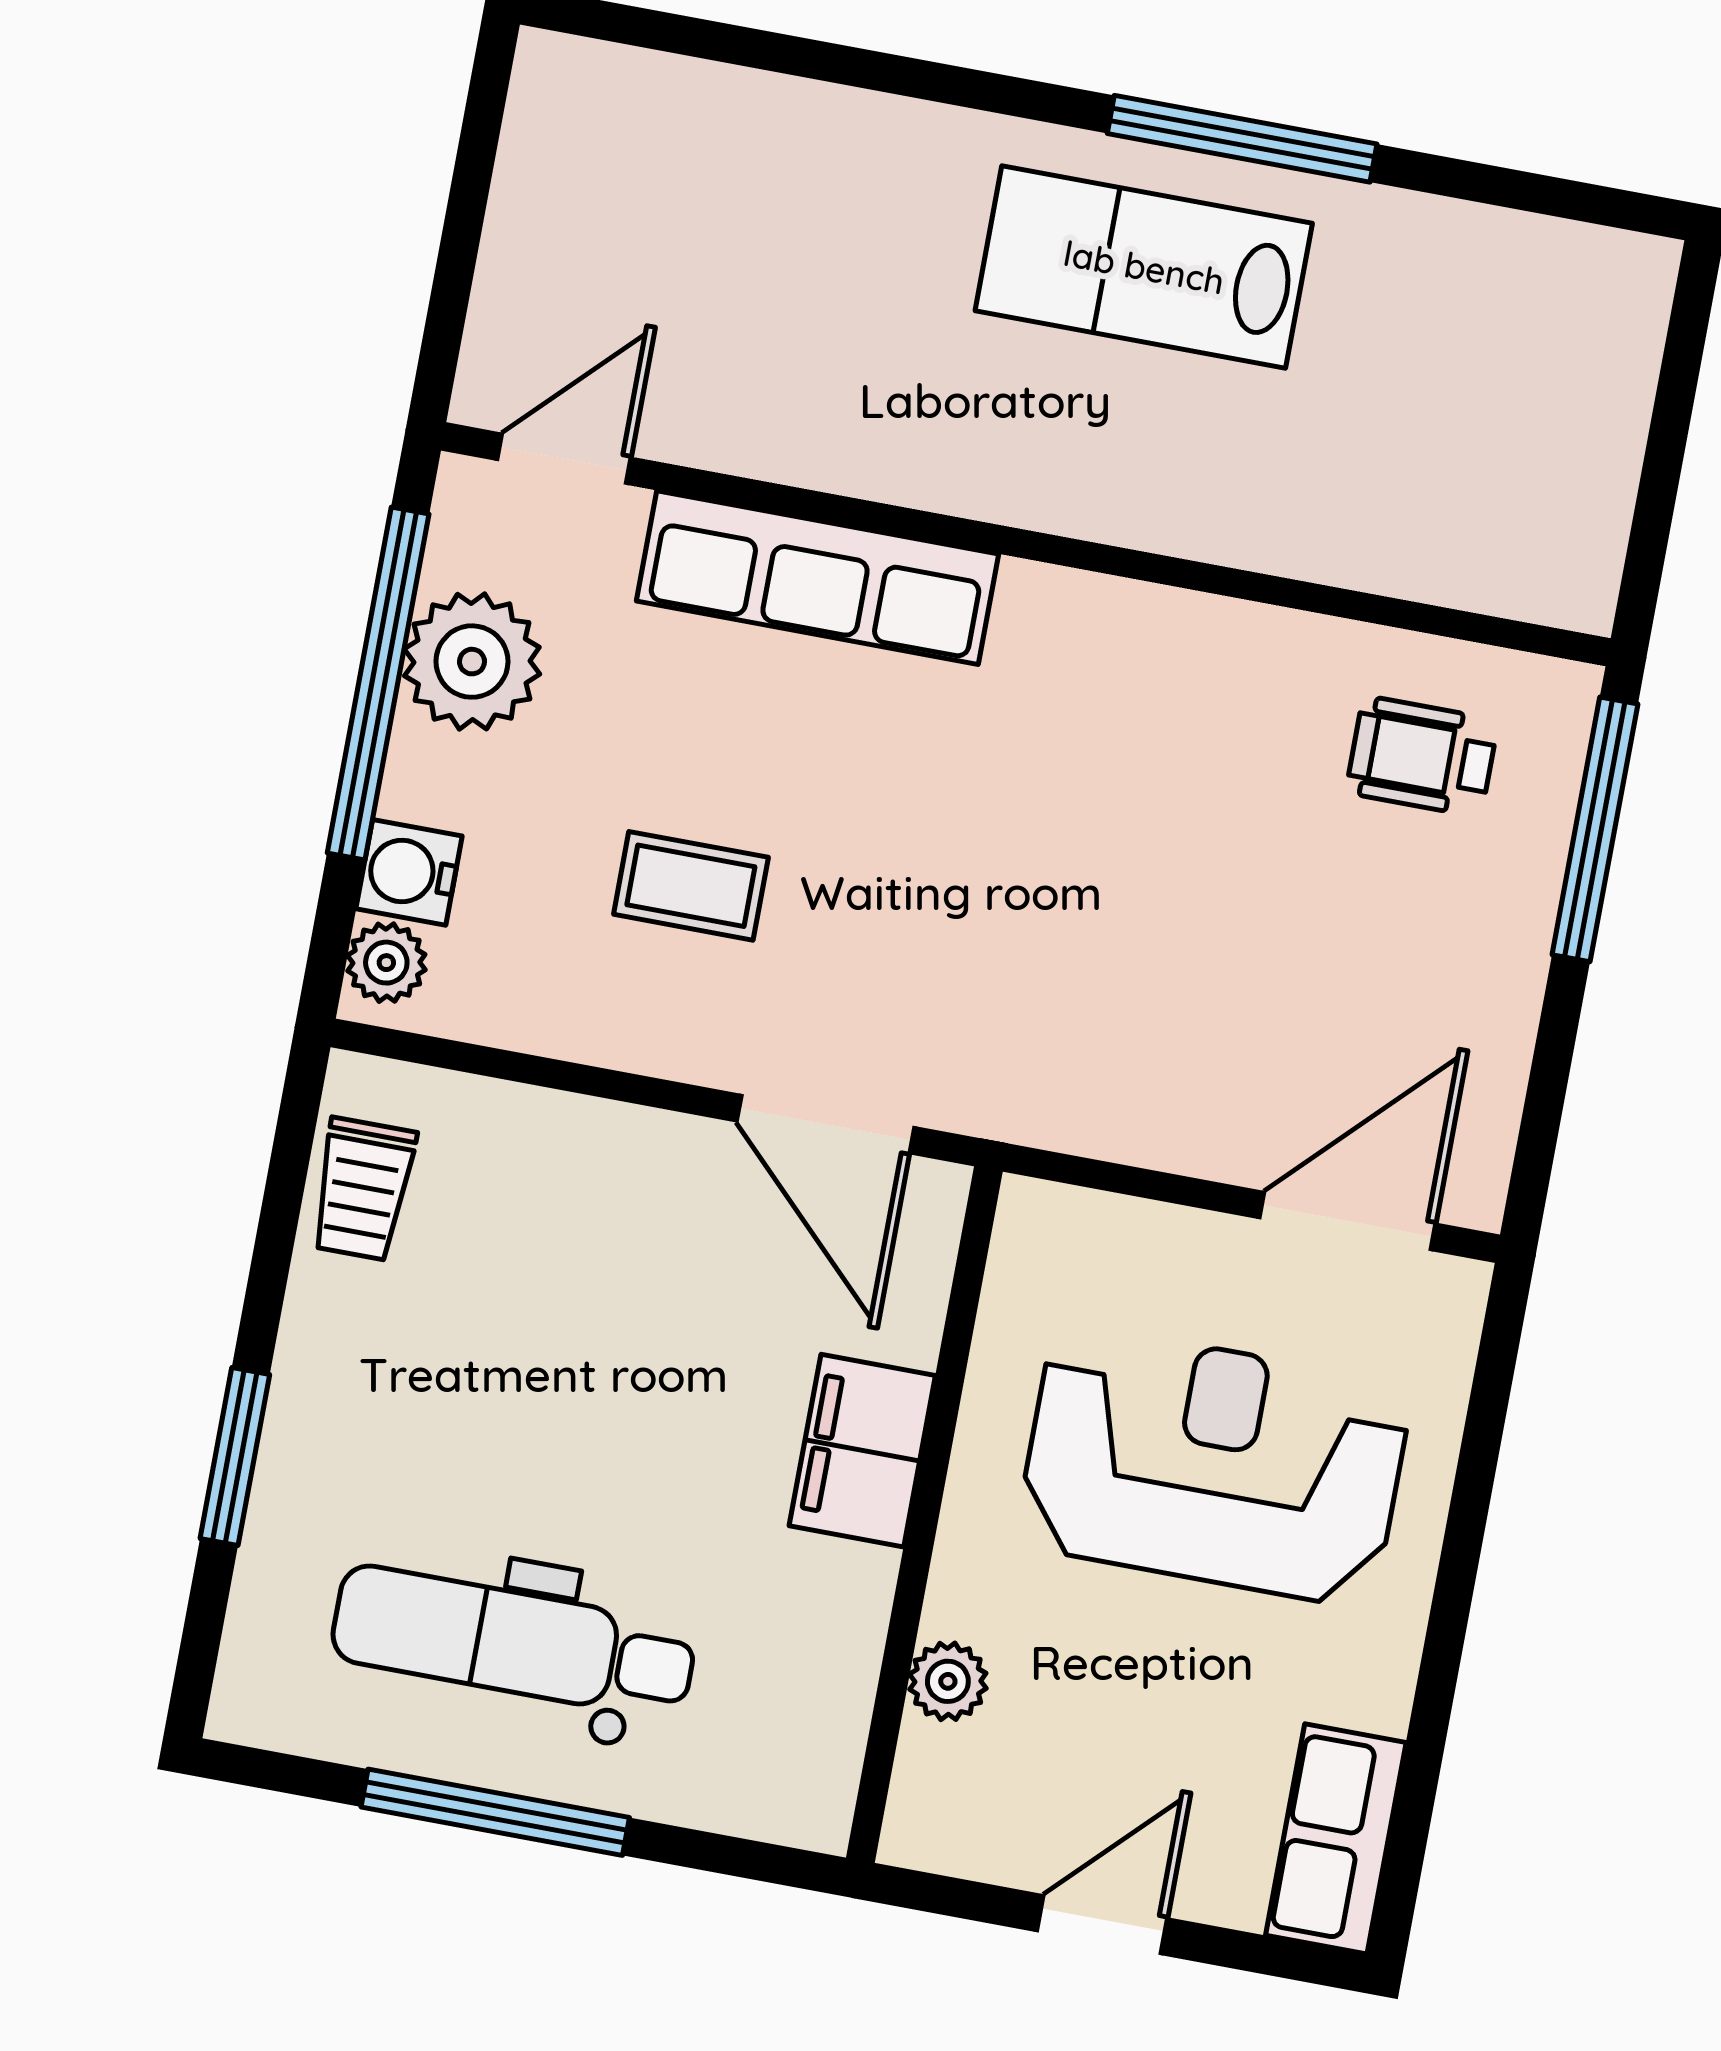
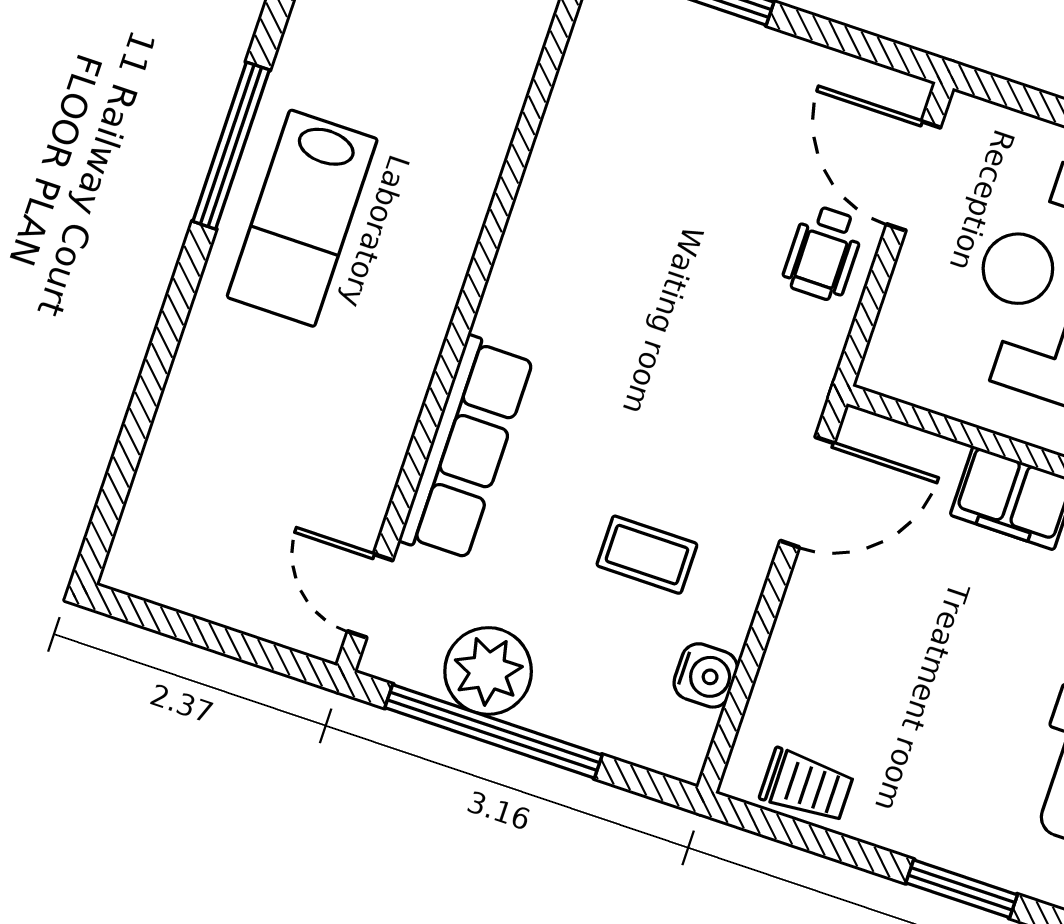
wheelchair: (1422, 756) -> (823, 253), moved
water cooler: (409, 872) -> (706, 675), moved, turned -90
coffee table: (691, 886) -> (647, 555), turned 90
plant: (386, 963) -> (668, 751), removed

